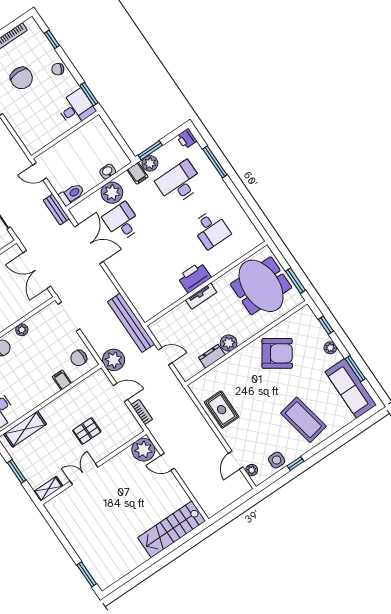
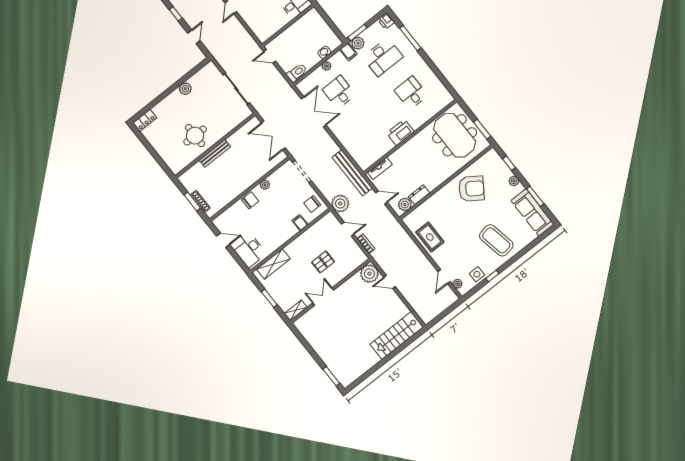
desk: (179, 183) -> (383, 57), turned 180
plant: (112, 193) -> (327, 66), width x0.53, depth x0.53
bench: (56, 210) -> (285, 86), removed
desk: (211, 229) -> (411, 93), turned 180
tv unit: (201, 296) -> (380, 168), moved
plant: (229, 343) -> (405, 204), moved

